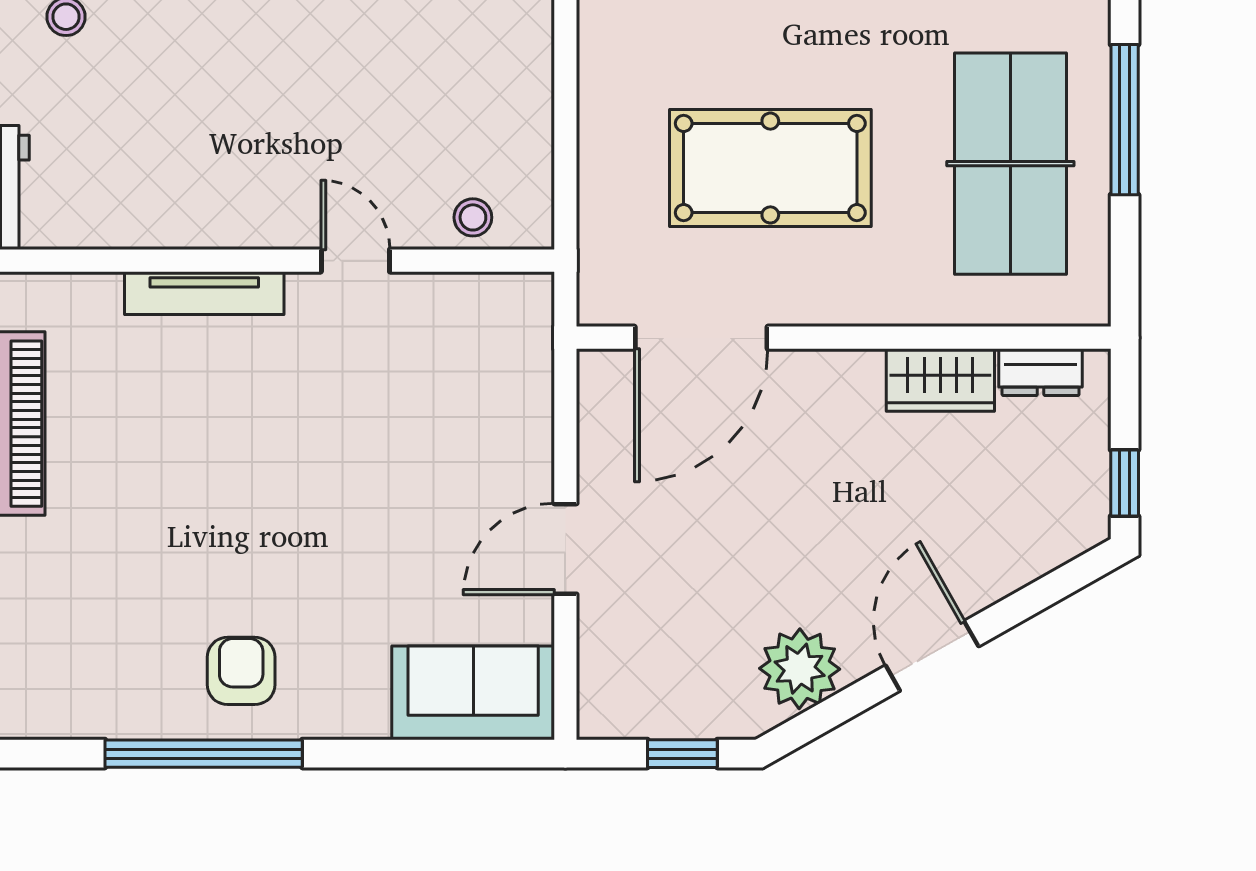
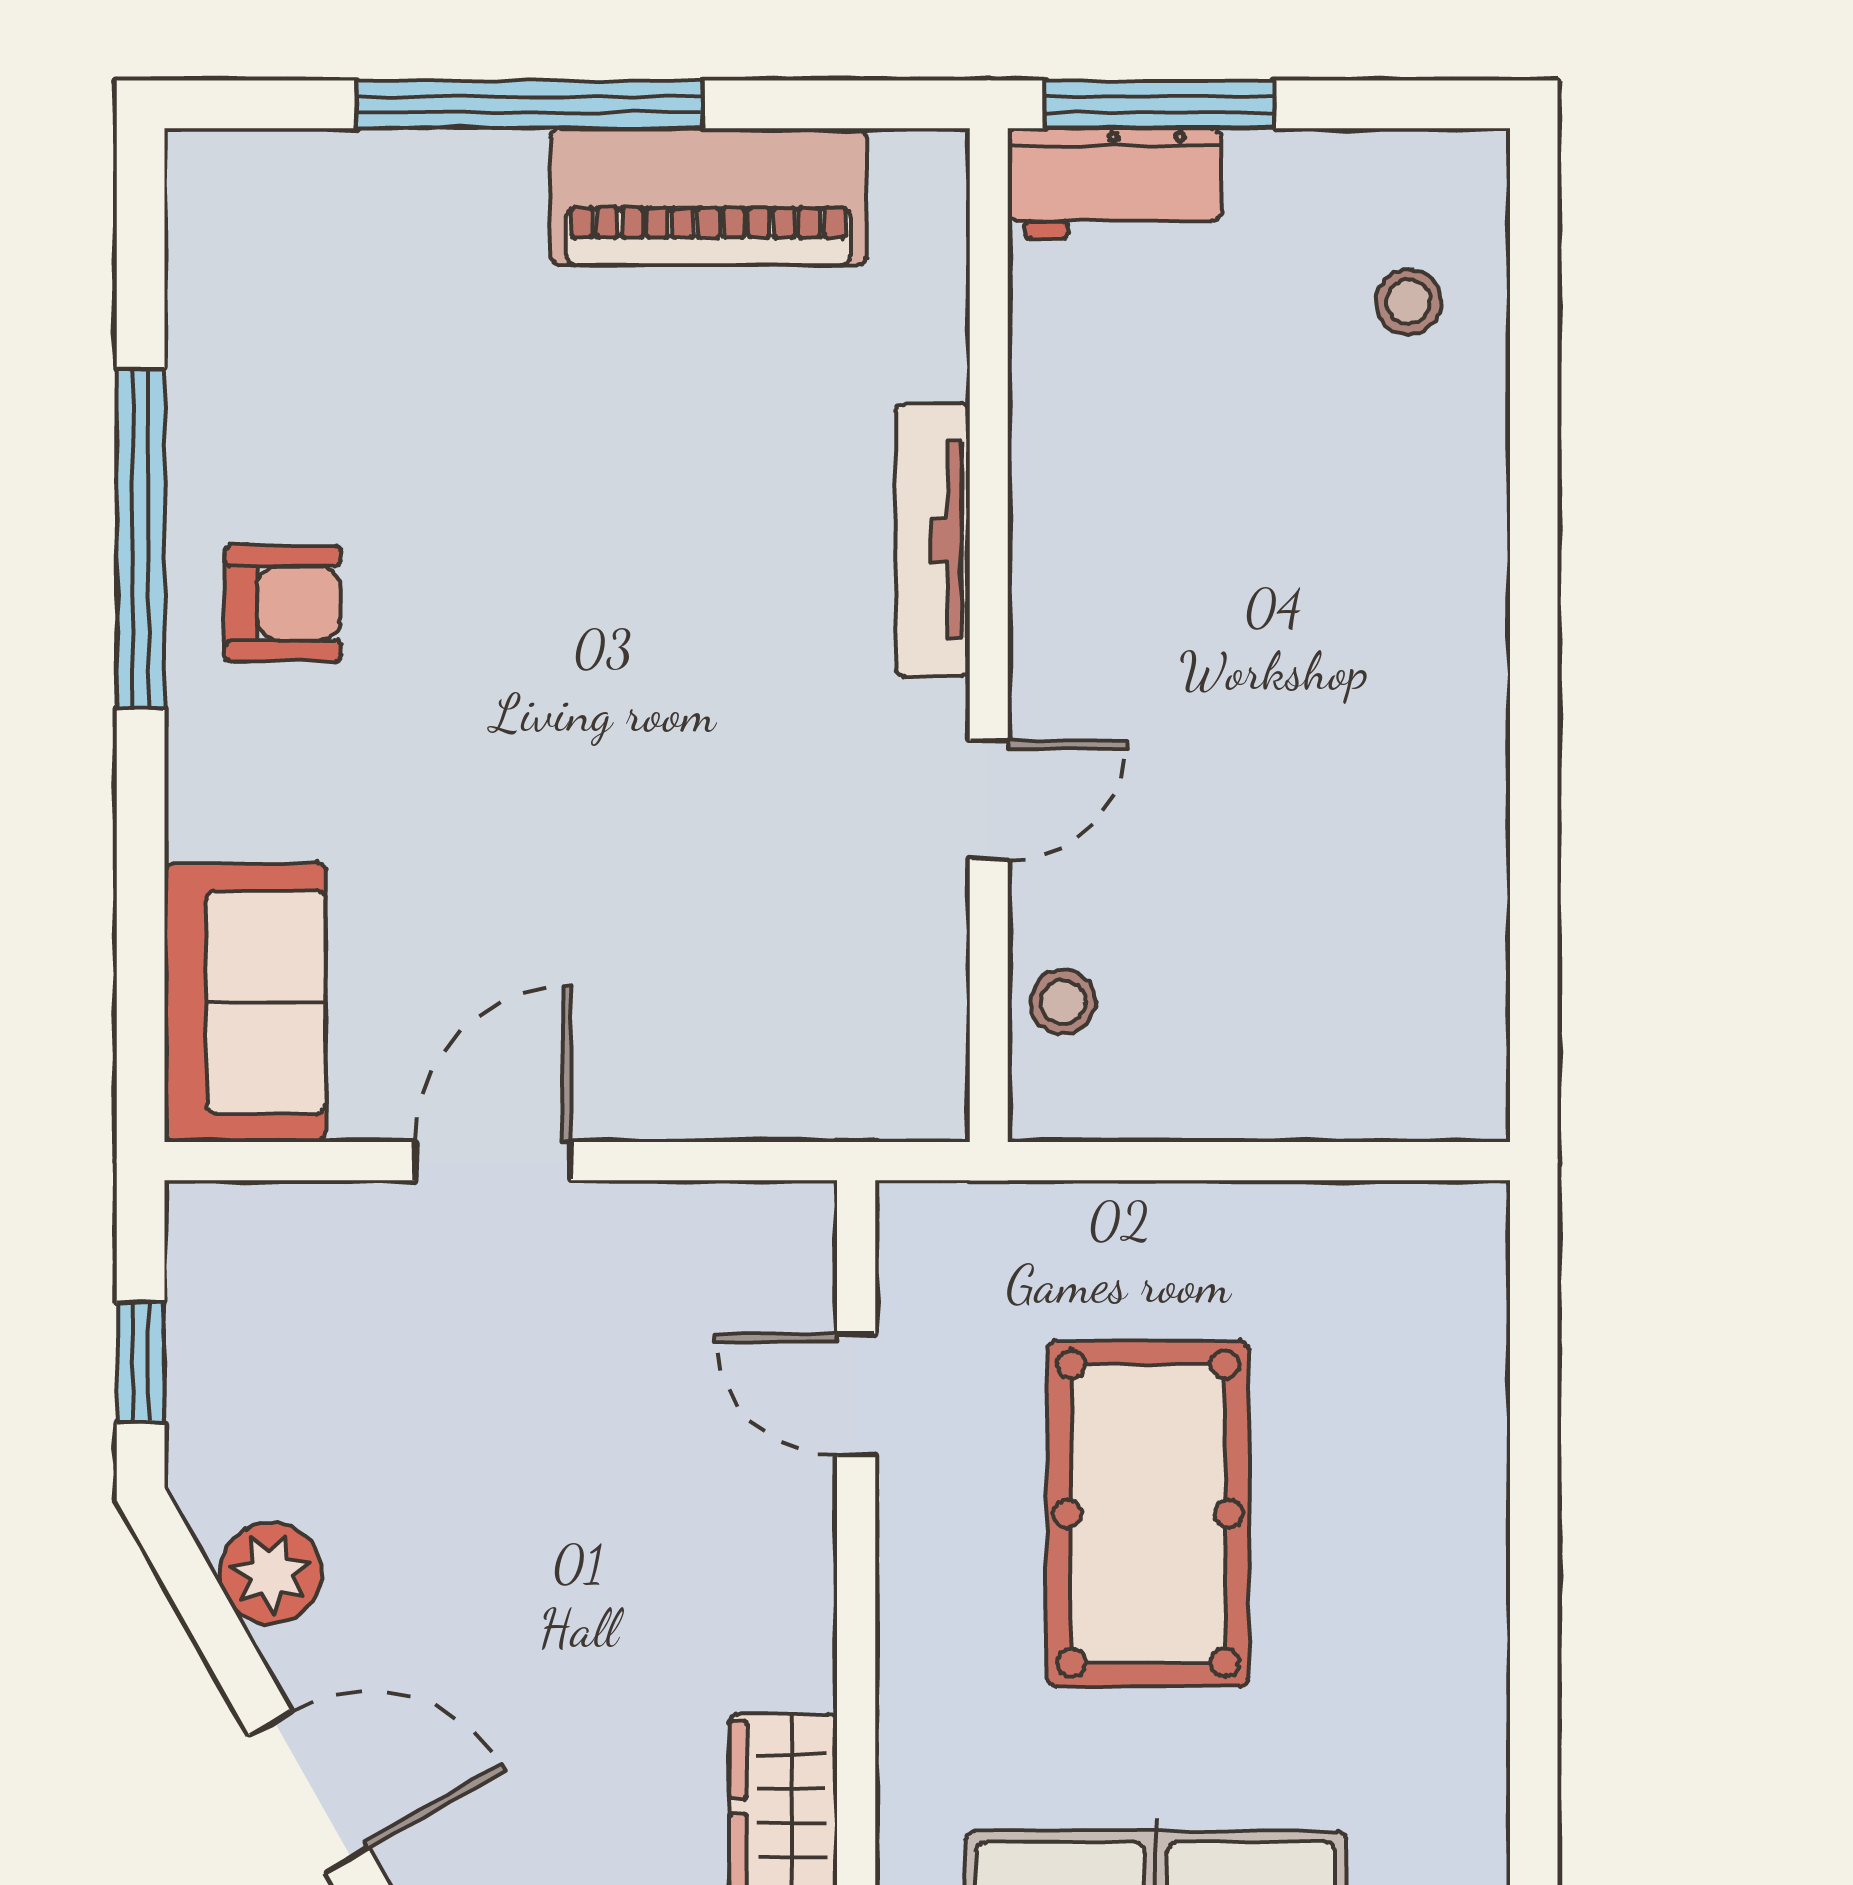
door: (701, 338) -> (856, 1395), width x0.53
door: (565, 549) -> (493, 1161), hinge flipped
plant: (800, 669) -> (271, 1573), width x0.73, depth x0.73

